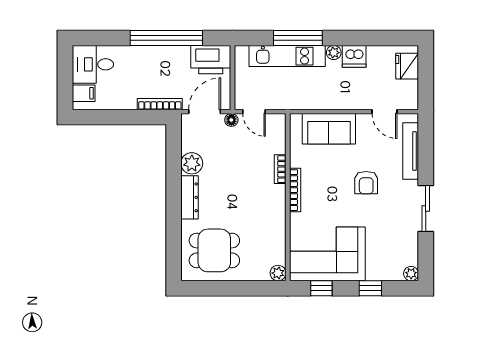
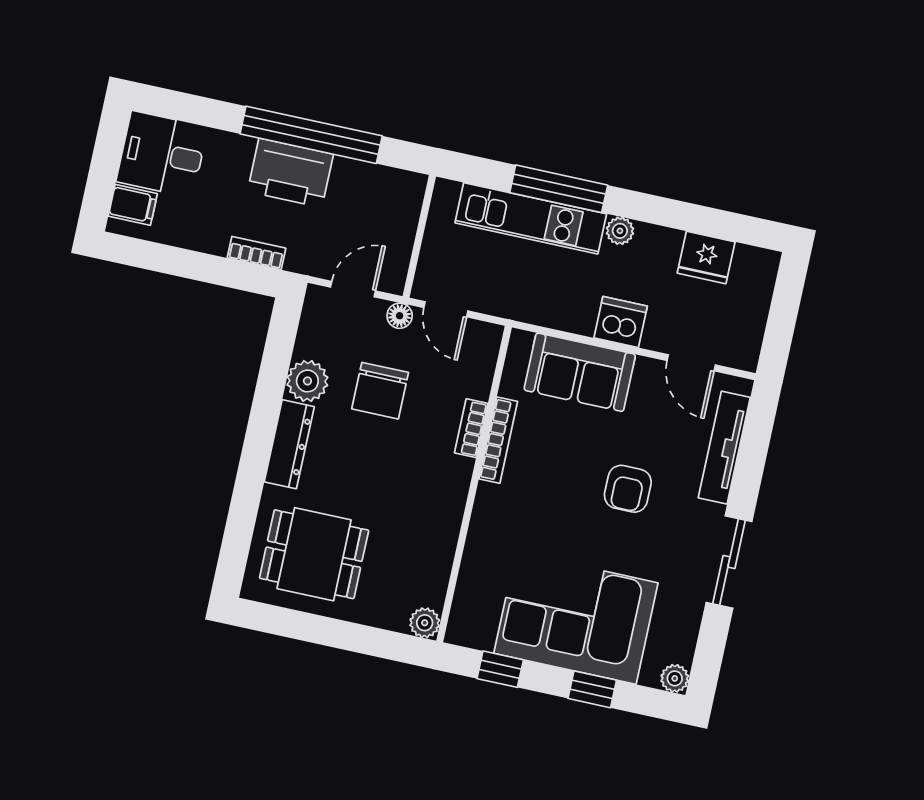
dishwasher: (354, 56) -> (621, 322), moved, turned 180
printer: (211, 60) -> (290, 173), moved
fridge: (407, 66) -> (706, 257), moved, turned -90
bookcase: (160, 104) -> (256, 253), width x0.64
door: (205, 112) -> (353, 289), width x0.73
chair: (230, 160) -> (380, 391), added
bookcase: (295, 190) -> (498, 440), moved
corner sofa: (327, 254) -> (576, 618), moved

